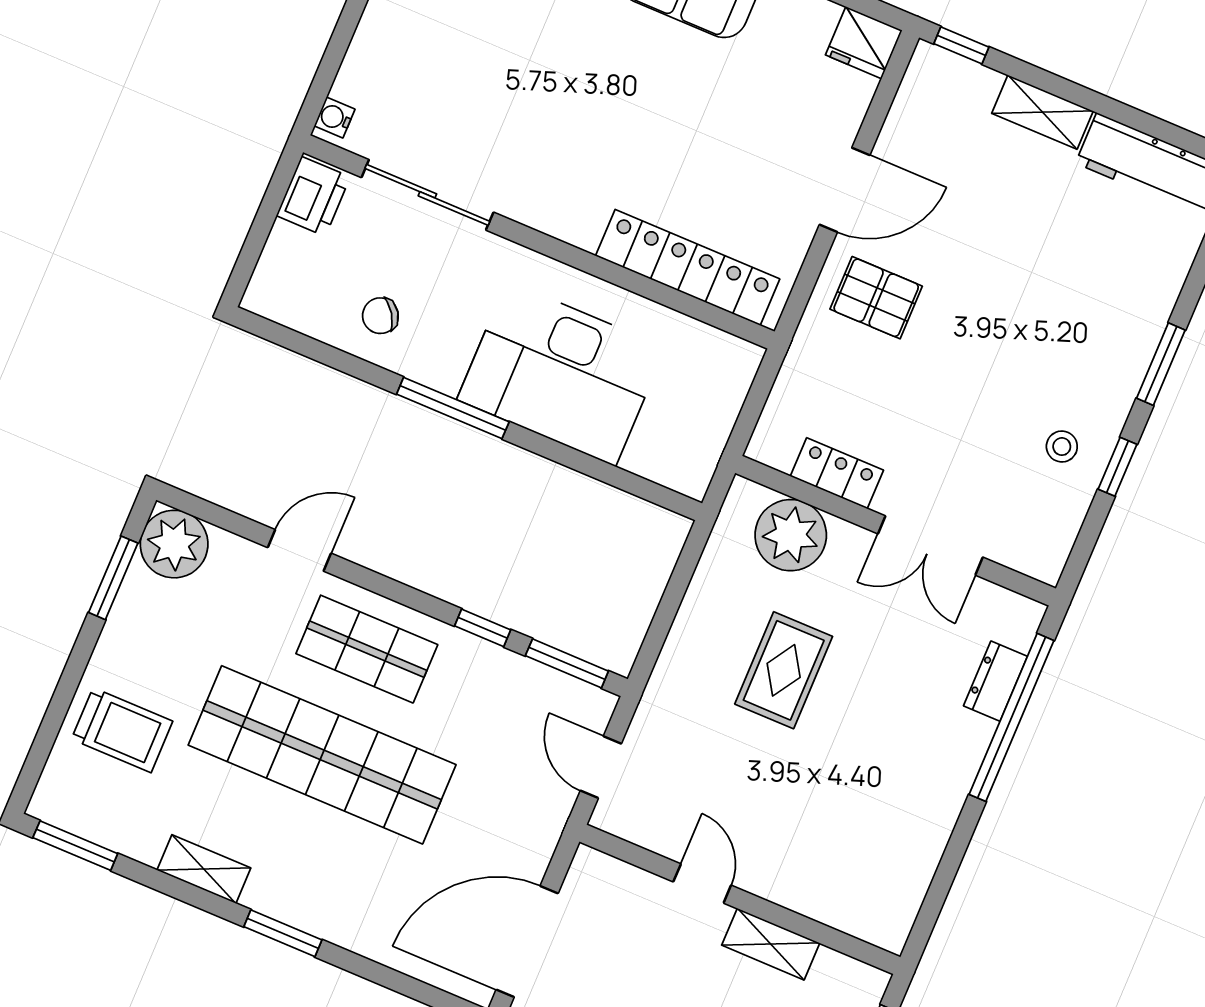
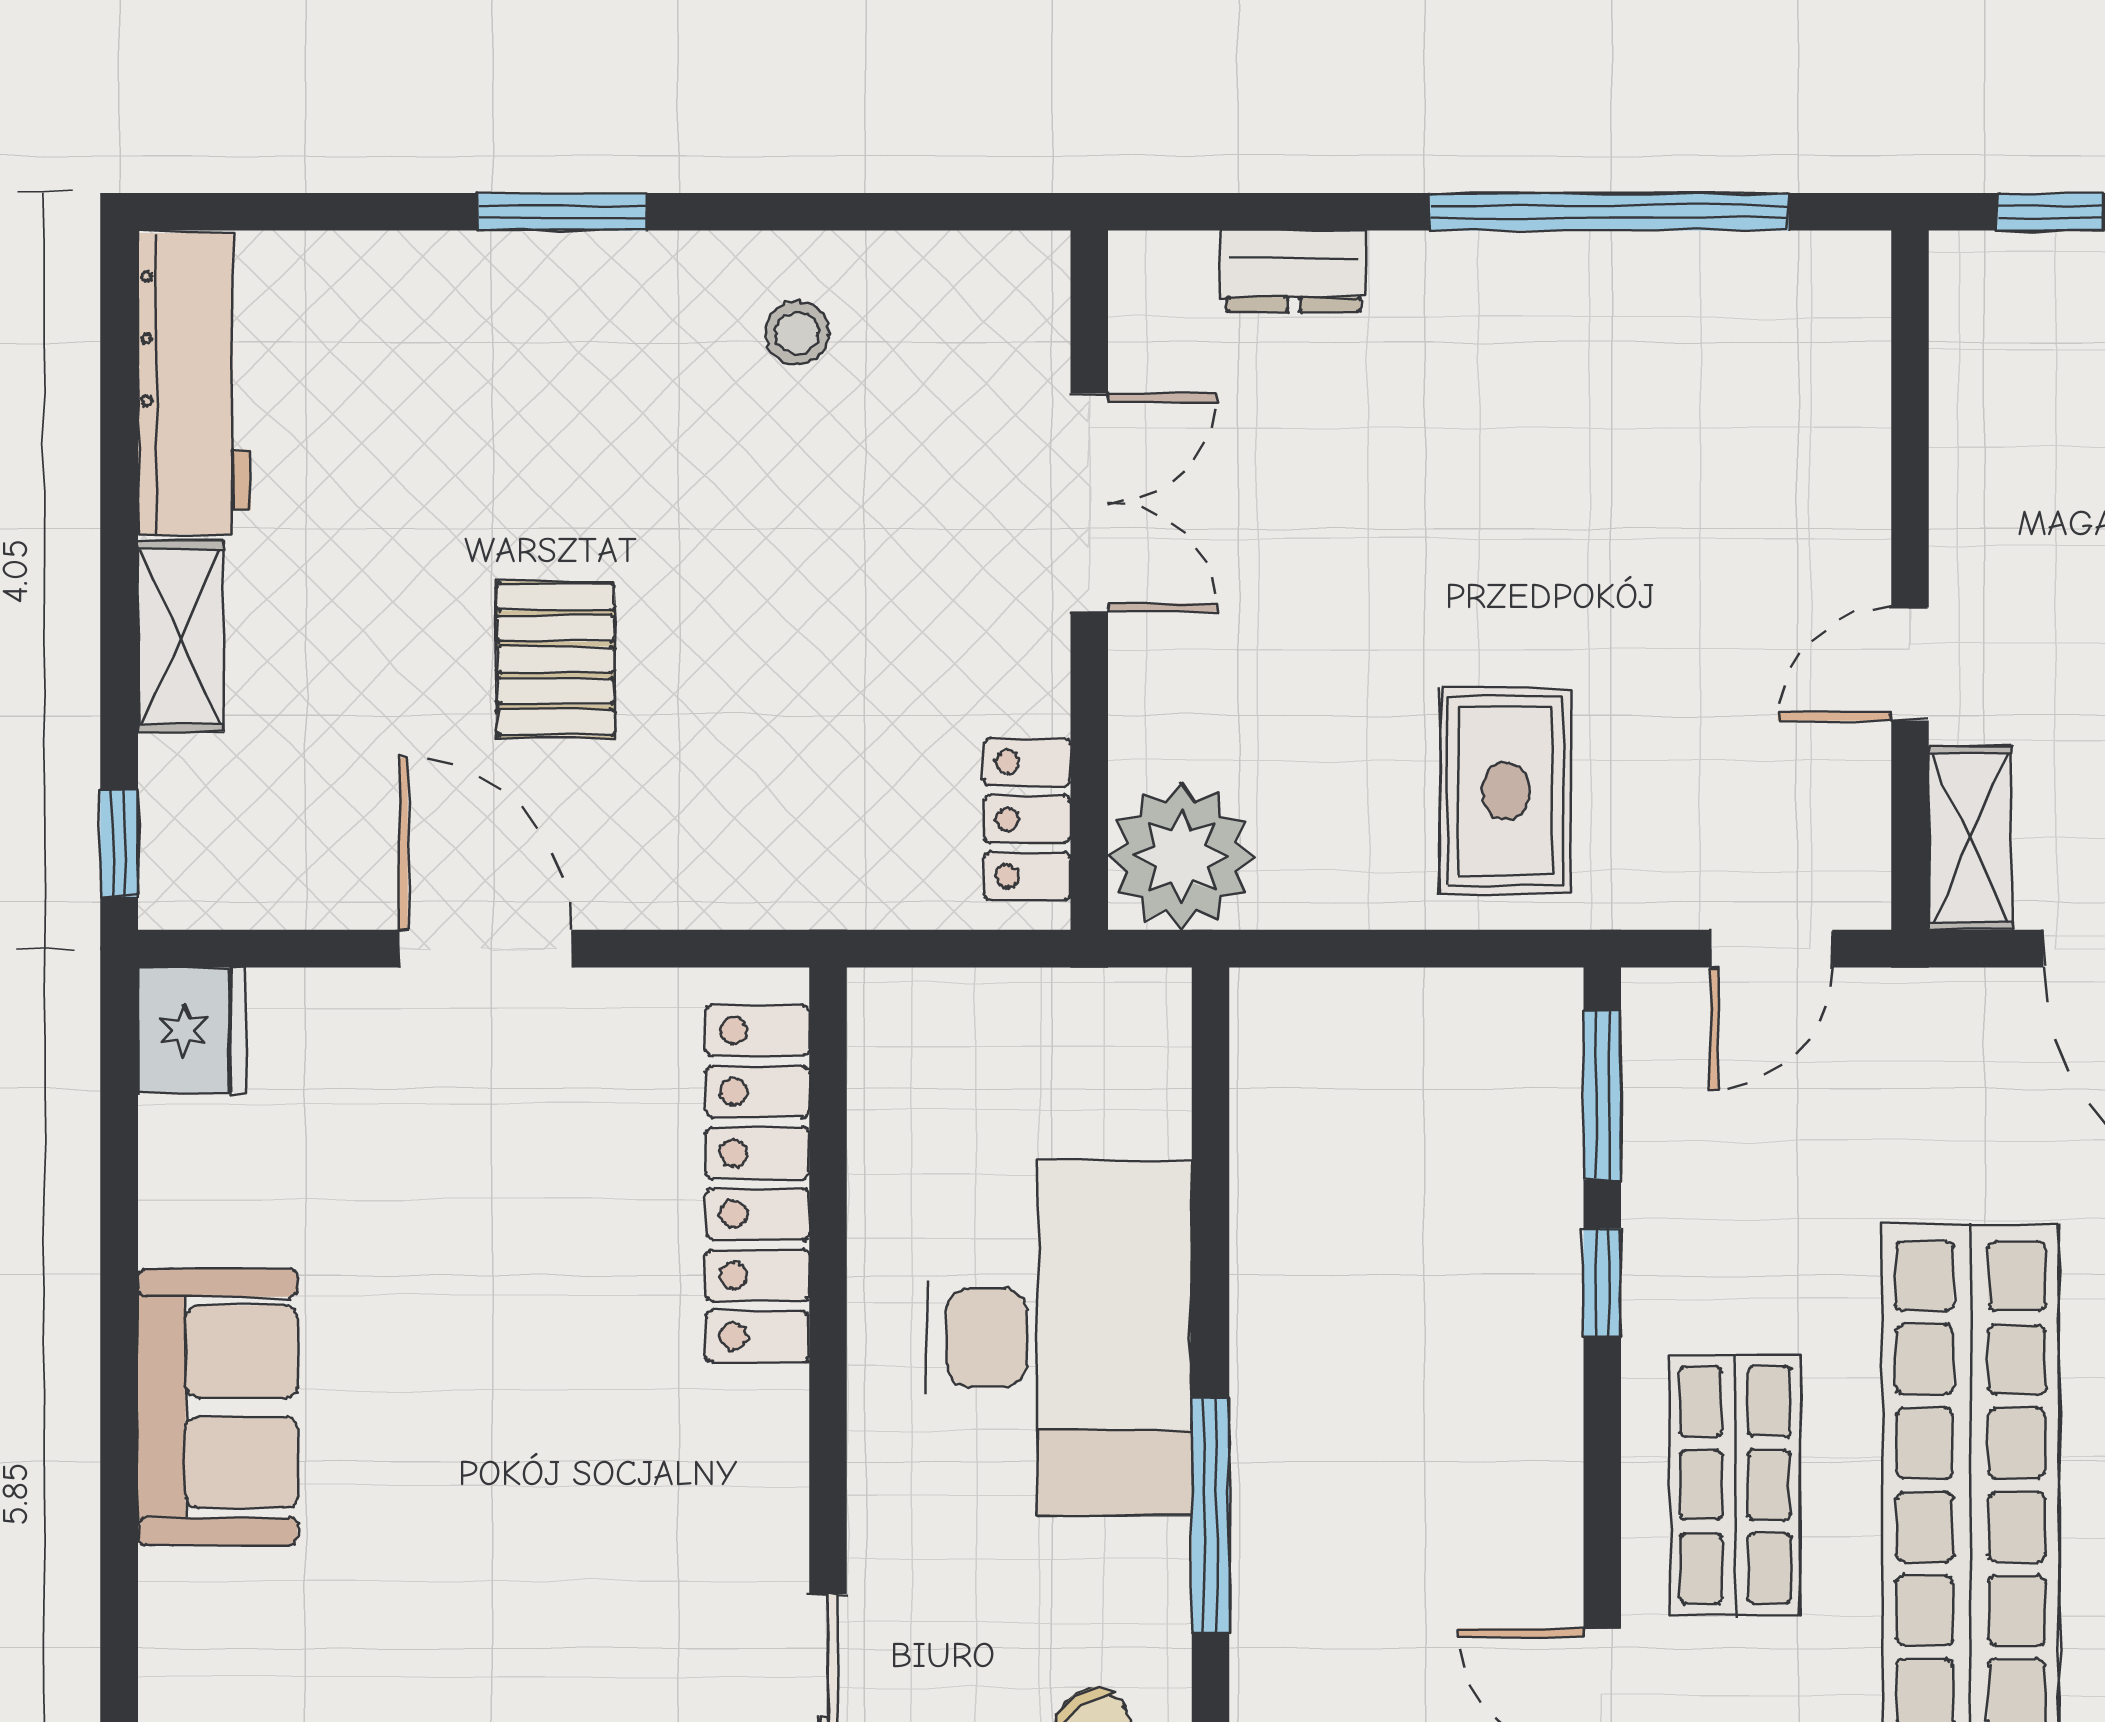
pallet: (876, 298) -> (556, 660), moved
window: (1118, 467) -> (791, 212), removed
locker: (837, 473) -> (1027, 819), moved
plant: (791, 535) -> (1181, 857), moved
rug: (784, 670) -> (1506, 791), moved, turned 90
window: (1012, 717) -> (1609, 212), moved
shelving: (771, 944) -> (1970, 838), moved

